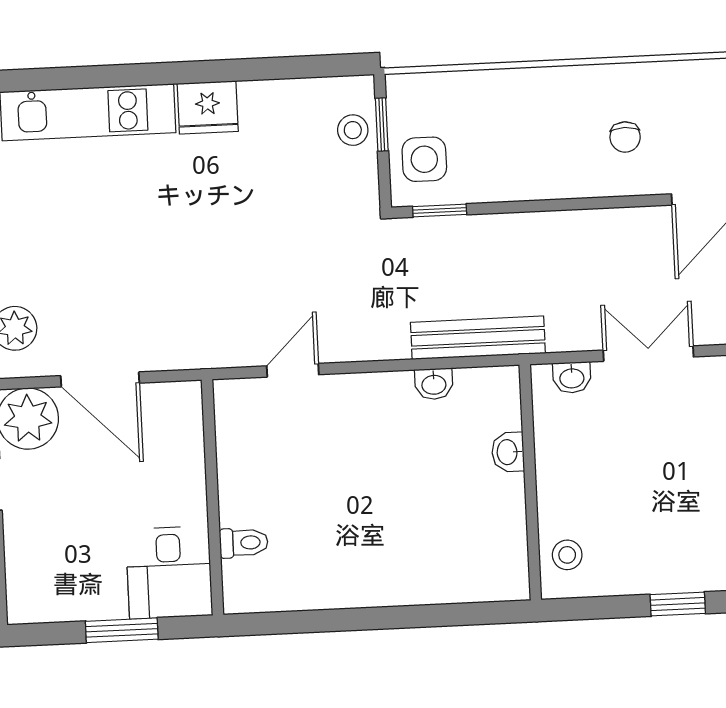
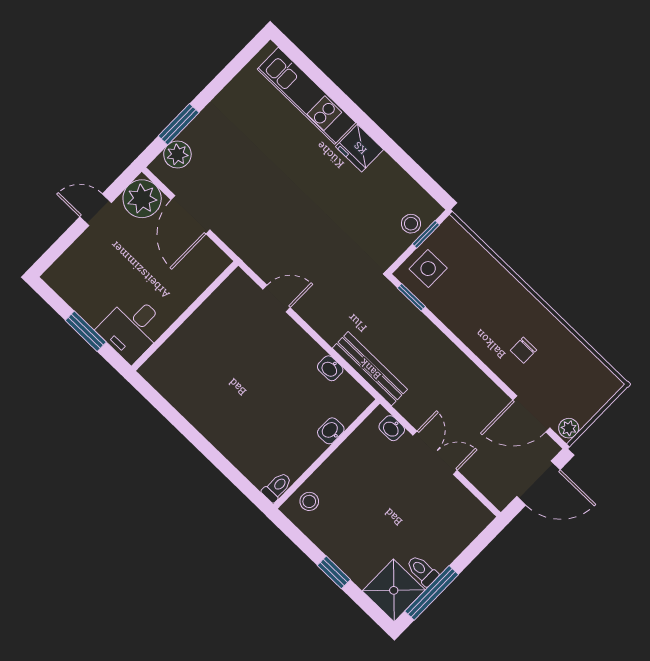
toilet: (244, 543) -> (277, 487), moved, turned -90

